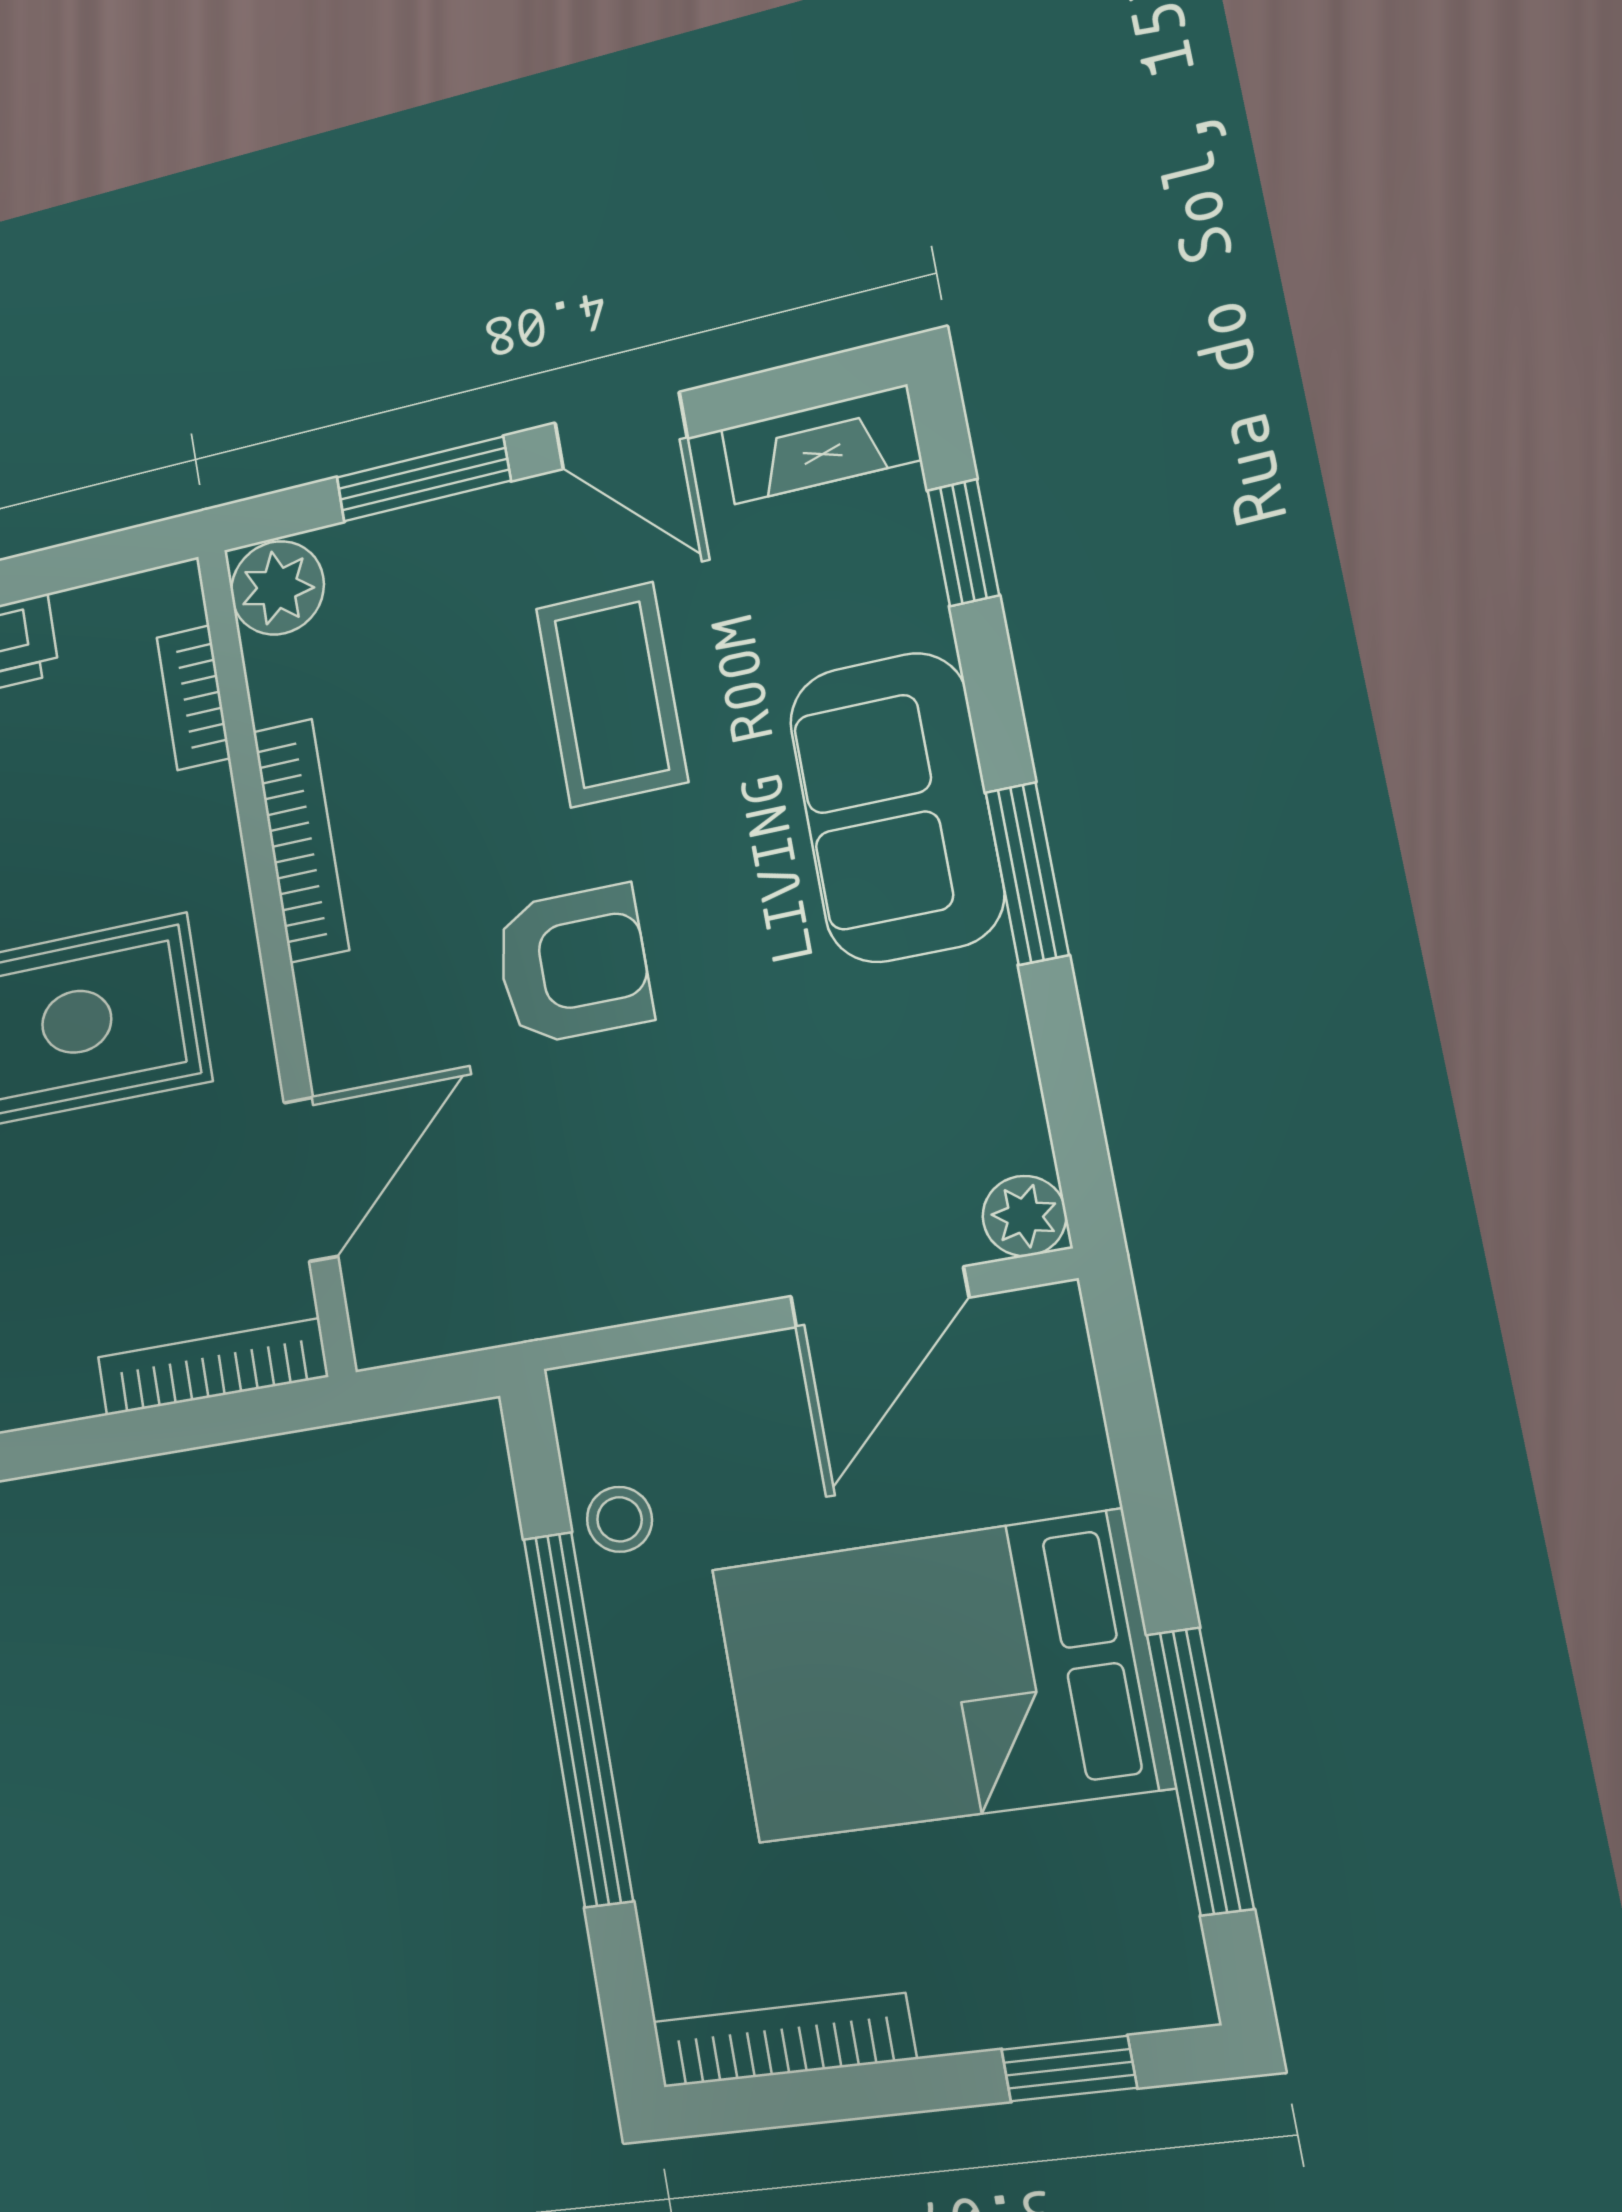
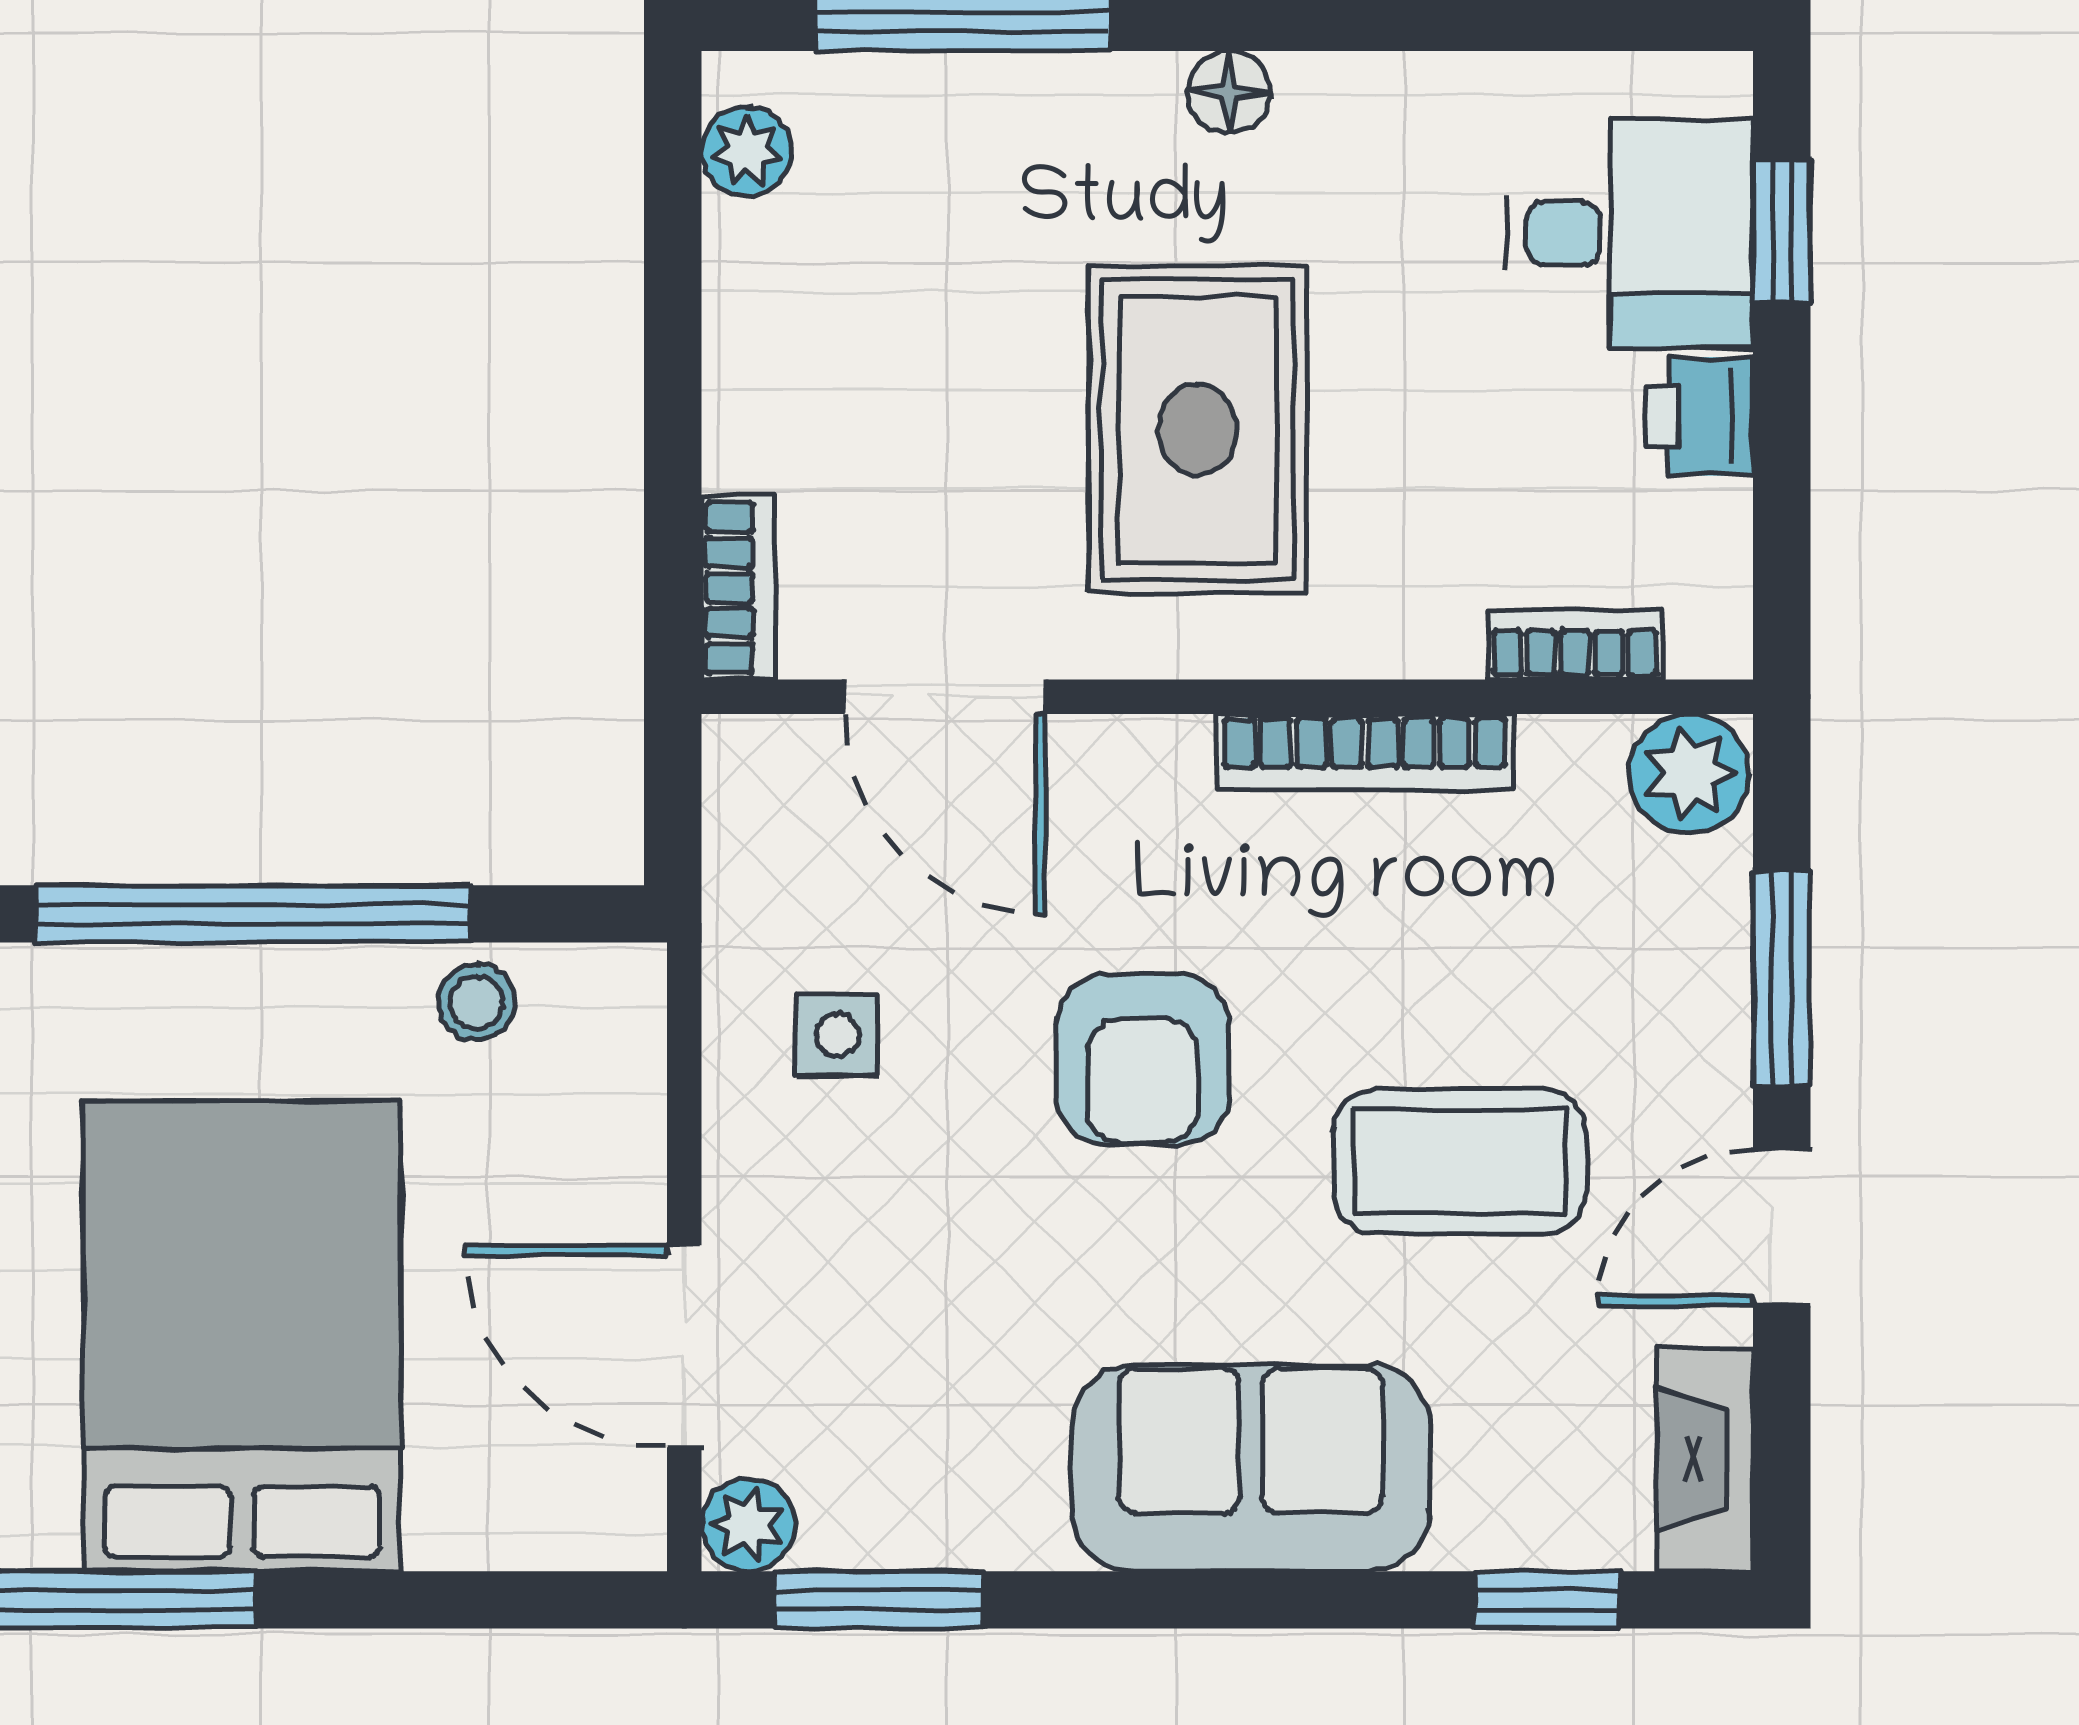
window: (1027, 873) -> (879, 1600), moved
side table: (596, 1216) -> (837, 1035), added
bookcase: (212, 1367) -> (738, 588), width x0.64

